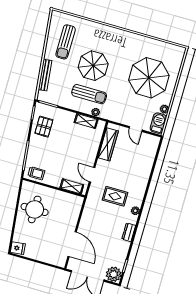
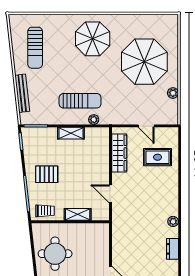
parasol: (93, 66) -> (93, 39), moved
shelving: (86, 121) -> (71, 133), moved
barbecue: (158, 123) -> (171, 111), removed
pallet: (44, 127) -> (47, 174), moved, turned 90
shelving: (72, 186) -> (78, 214), moved
rug: (115, 196) -> (158, 157), moved

